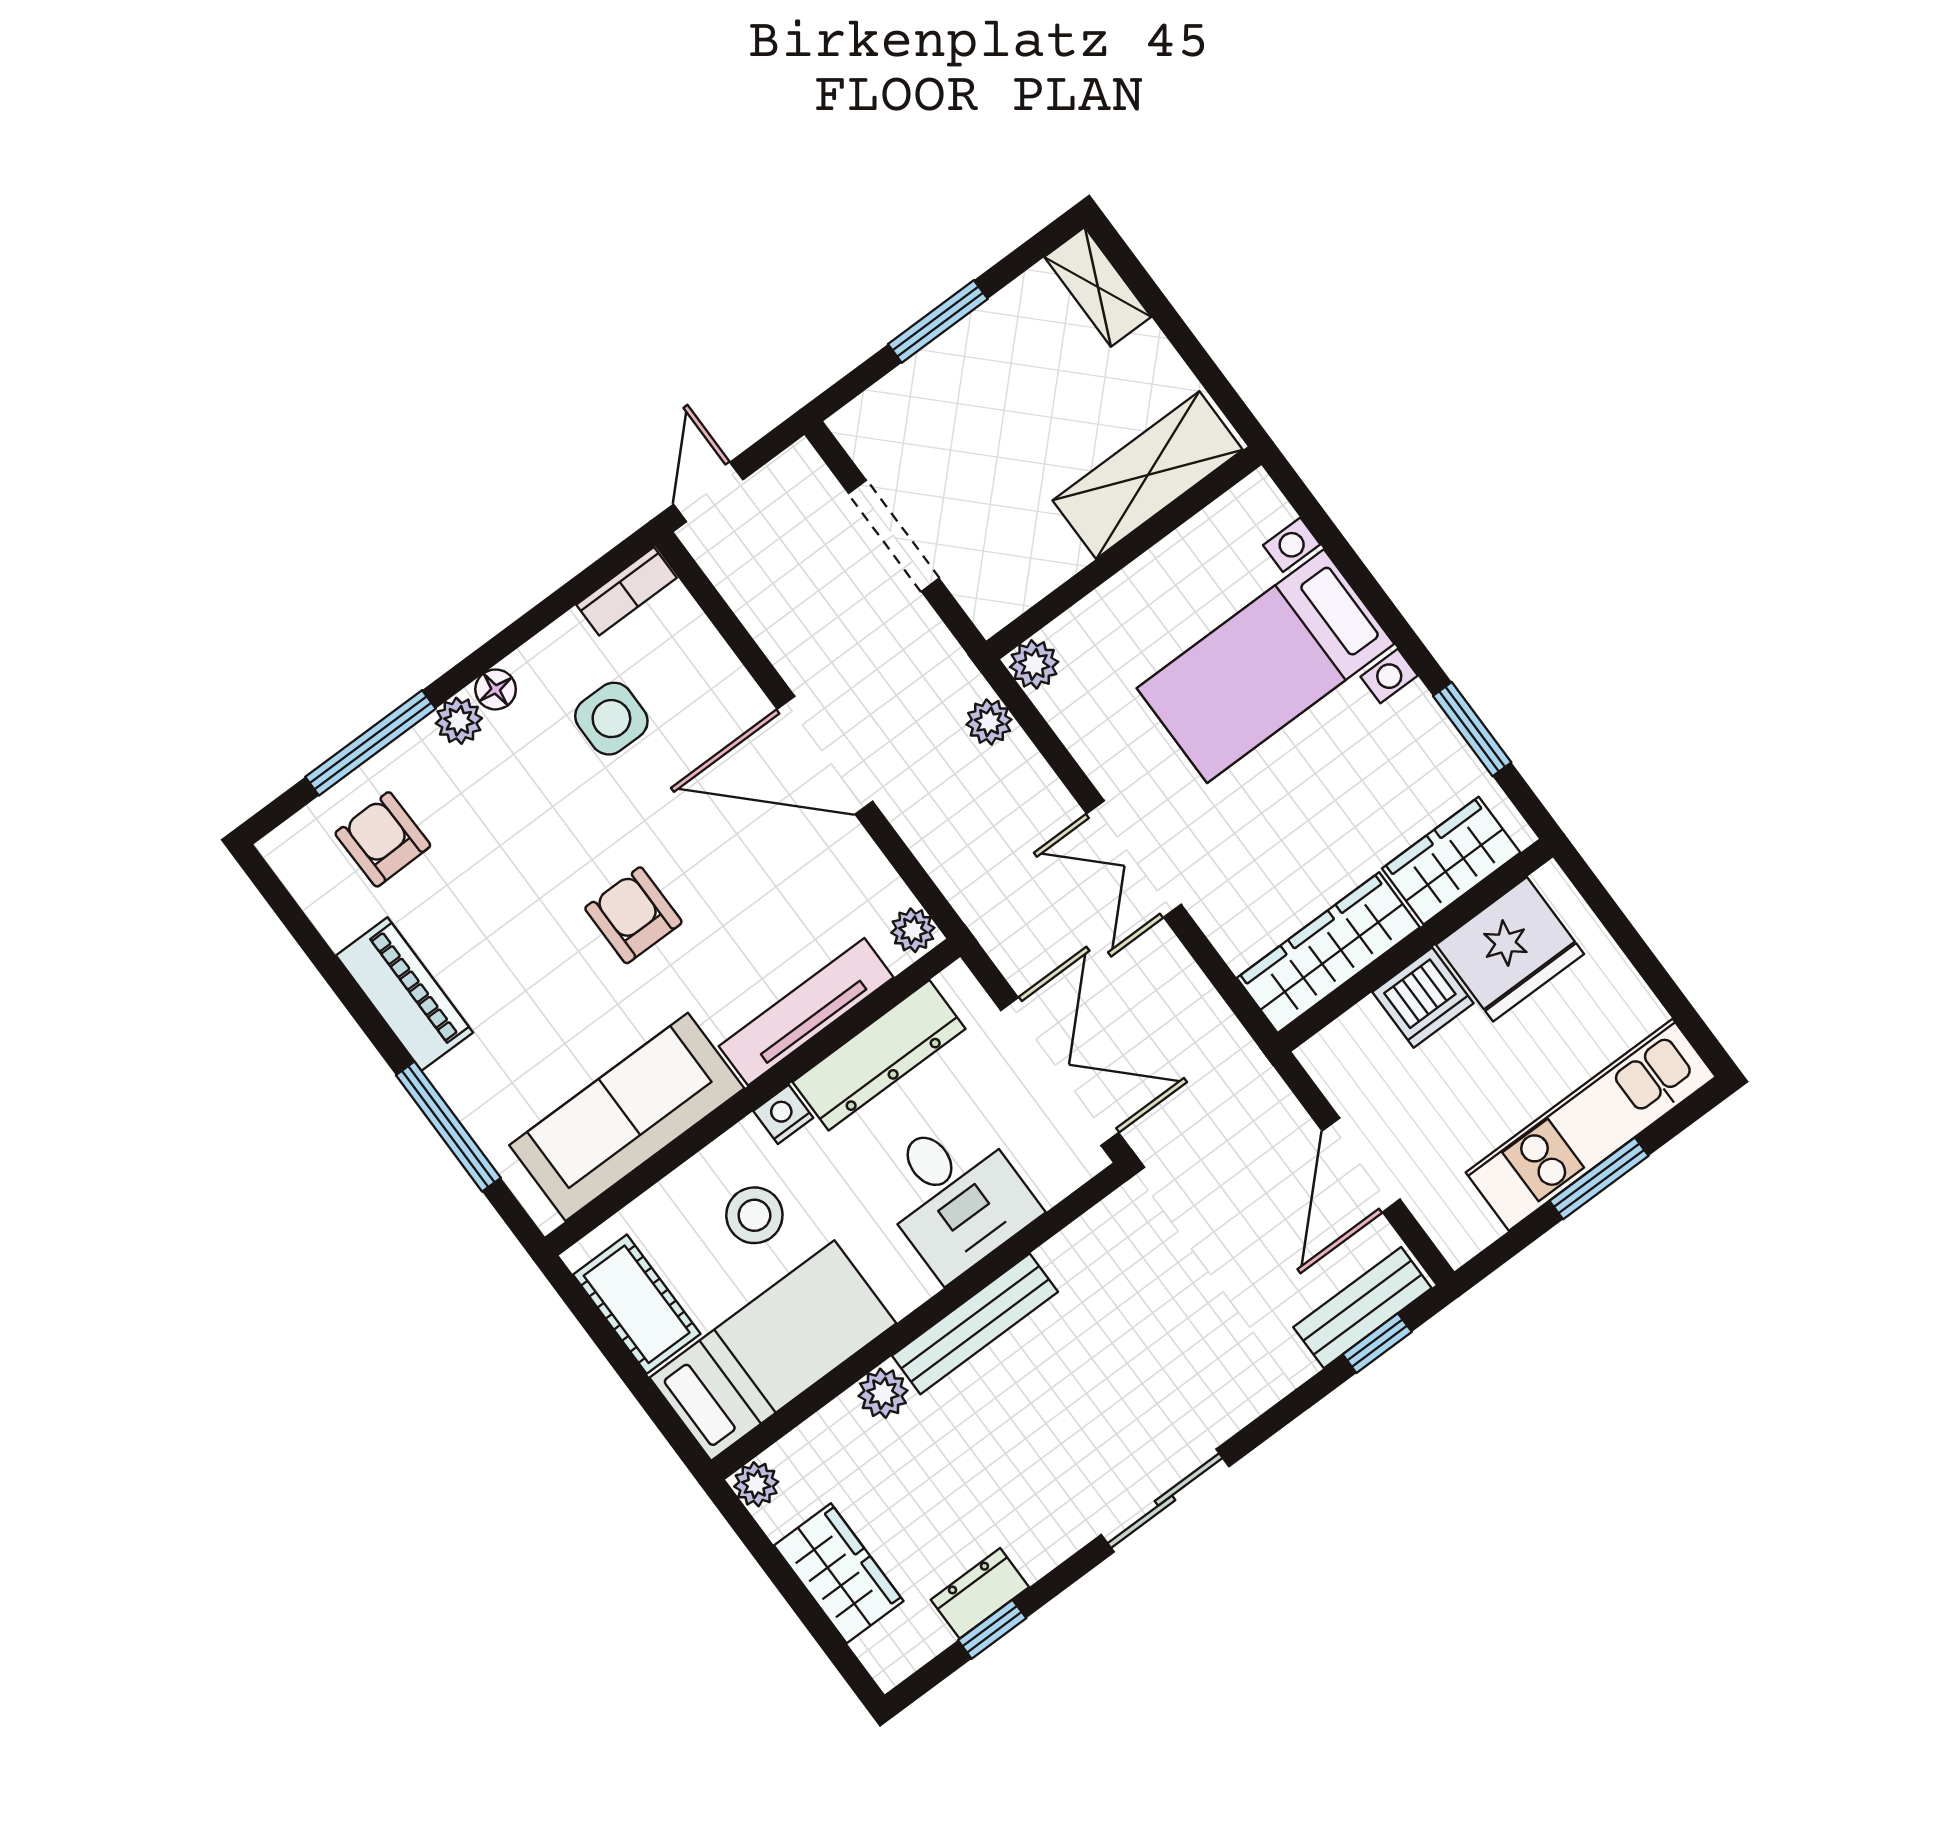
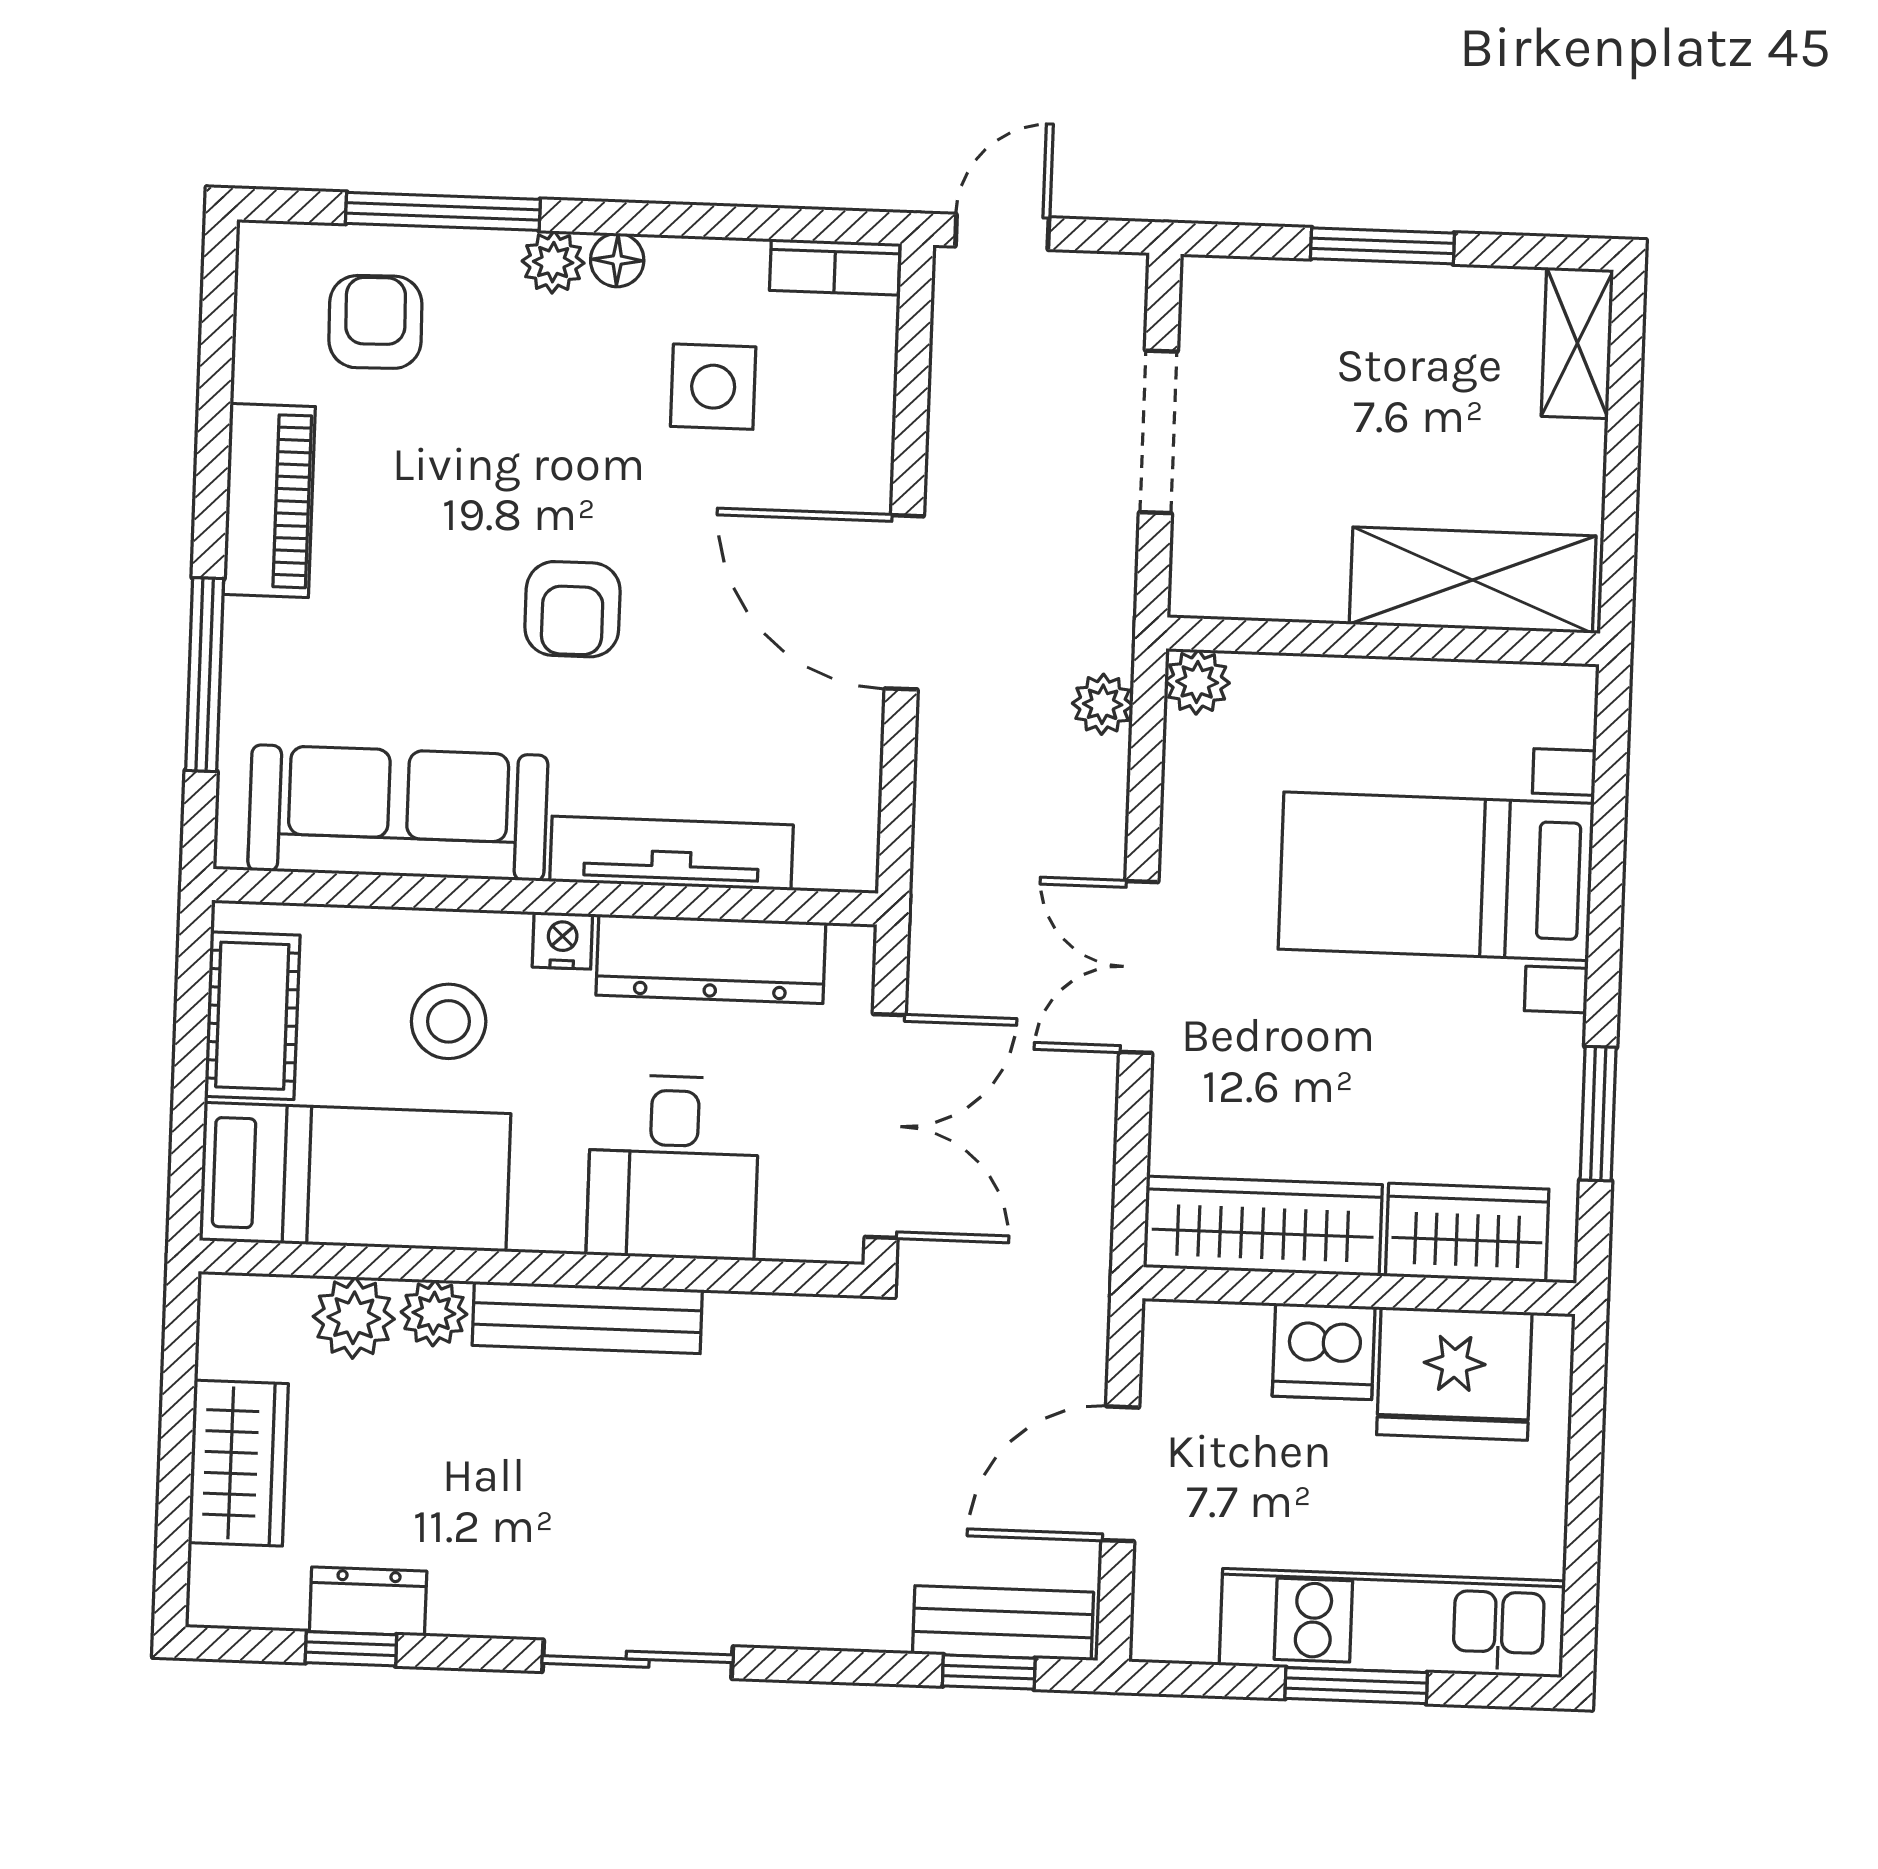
armchair: (633, 915) -> (572, 609), turned 180
plant: (913, 930) -> (850, 857), removed
plant: (756, 1484) -> (354, 1318), moved, width x1.38, depth x1.38

